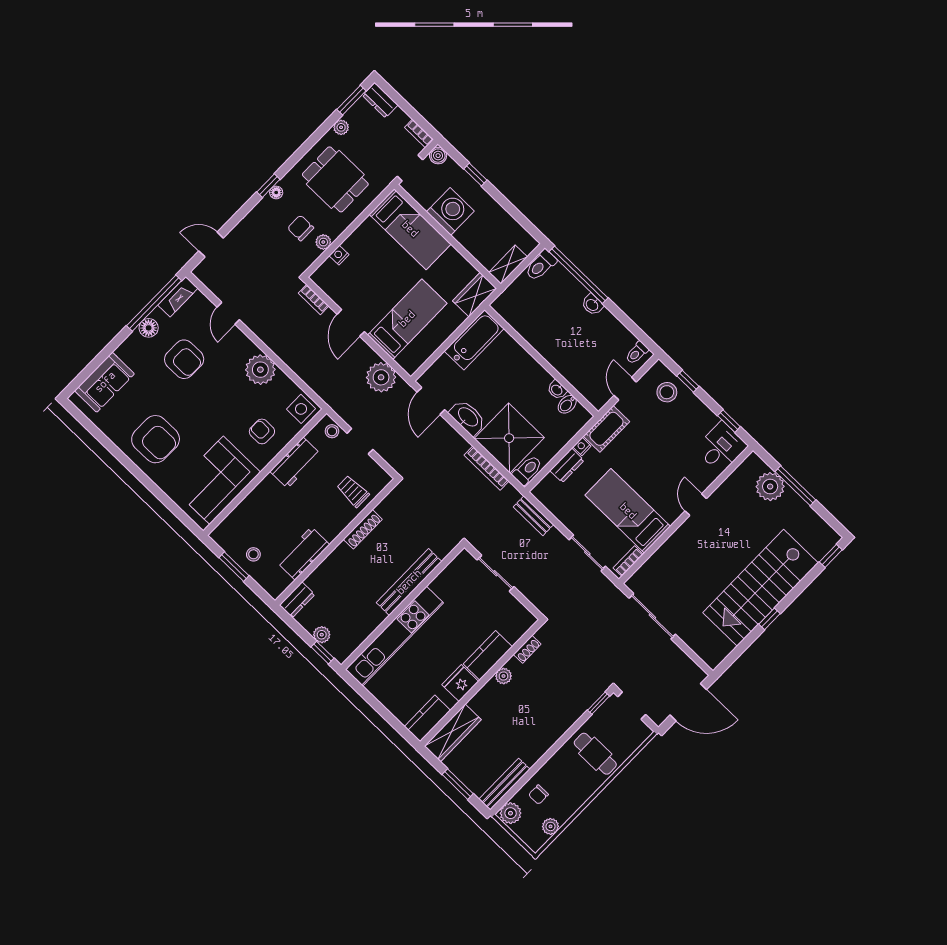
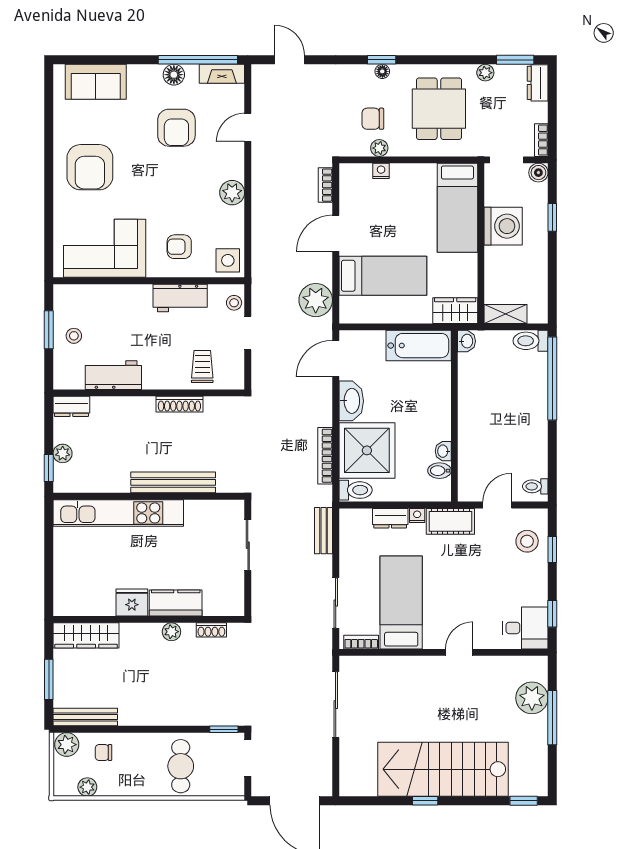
chair: (301, 228) -> (373, 119), turned -90
washbasin: (592, 305) -> (467, 341), moved, turned 180
plant: (260, 370) -> (232, 193), width x0.73, depth x0.73
armchair: (262, 431) -> (179, 247), turned -90
kitchen counter: (427, 718) -> (78, 604), removed

